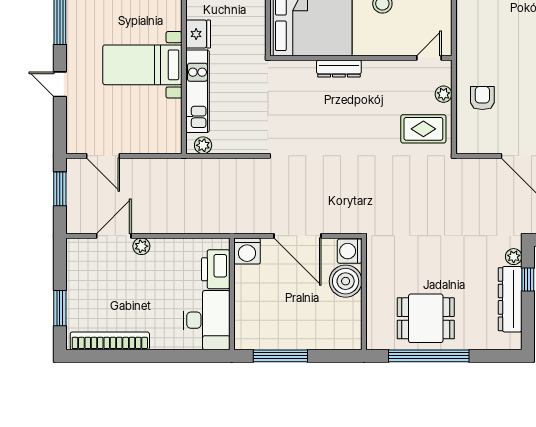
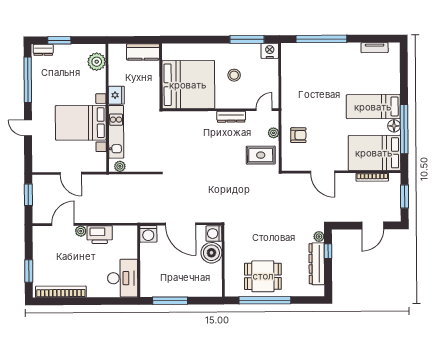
bed with nightstands: (142, 65) -> (81, 123), width x1.36
dresser: (339, 69) -> (231, 117), moved
armchair: (482, 98) -> (298, 135), turned 90
door: (103, 156) -> (71, 173), moved
printer: (216, 269) -> (100, 235), moved, turned -90

